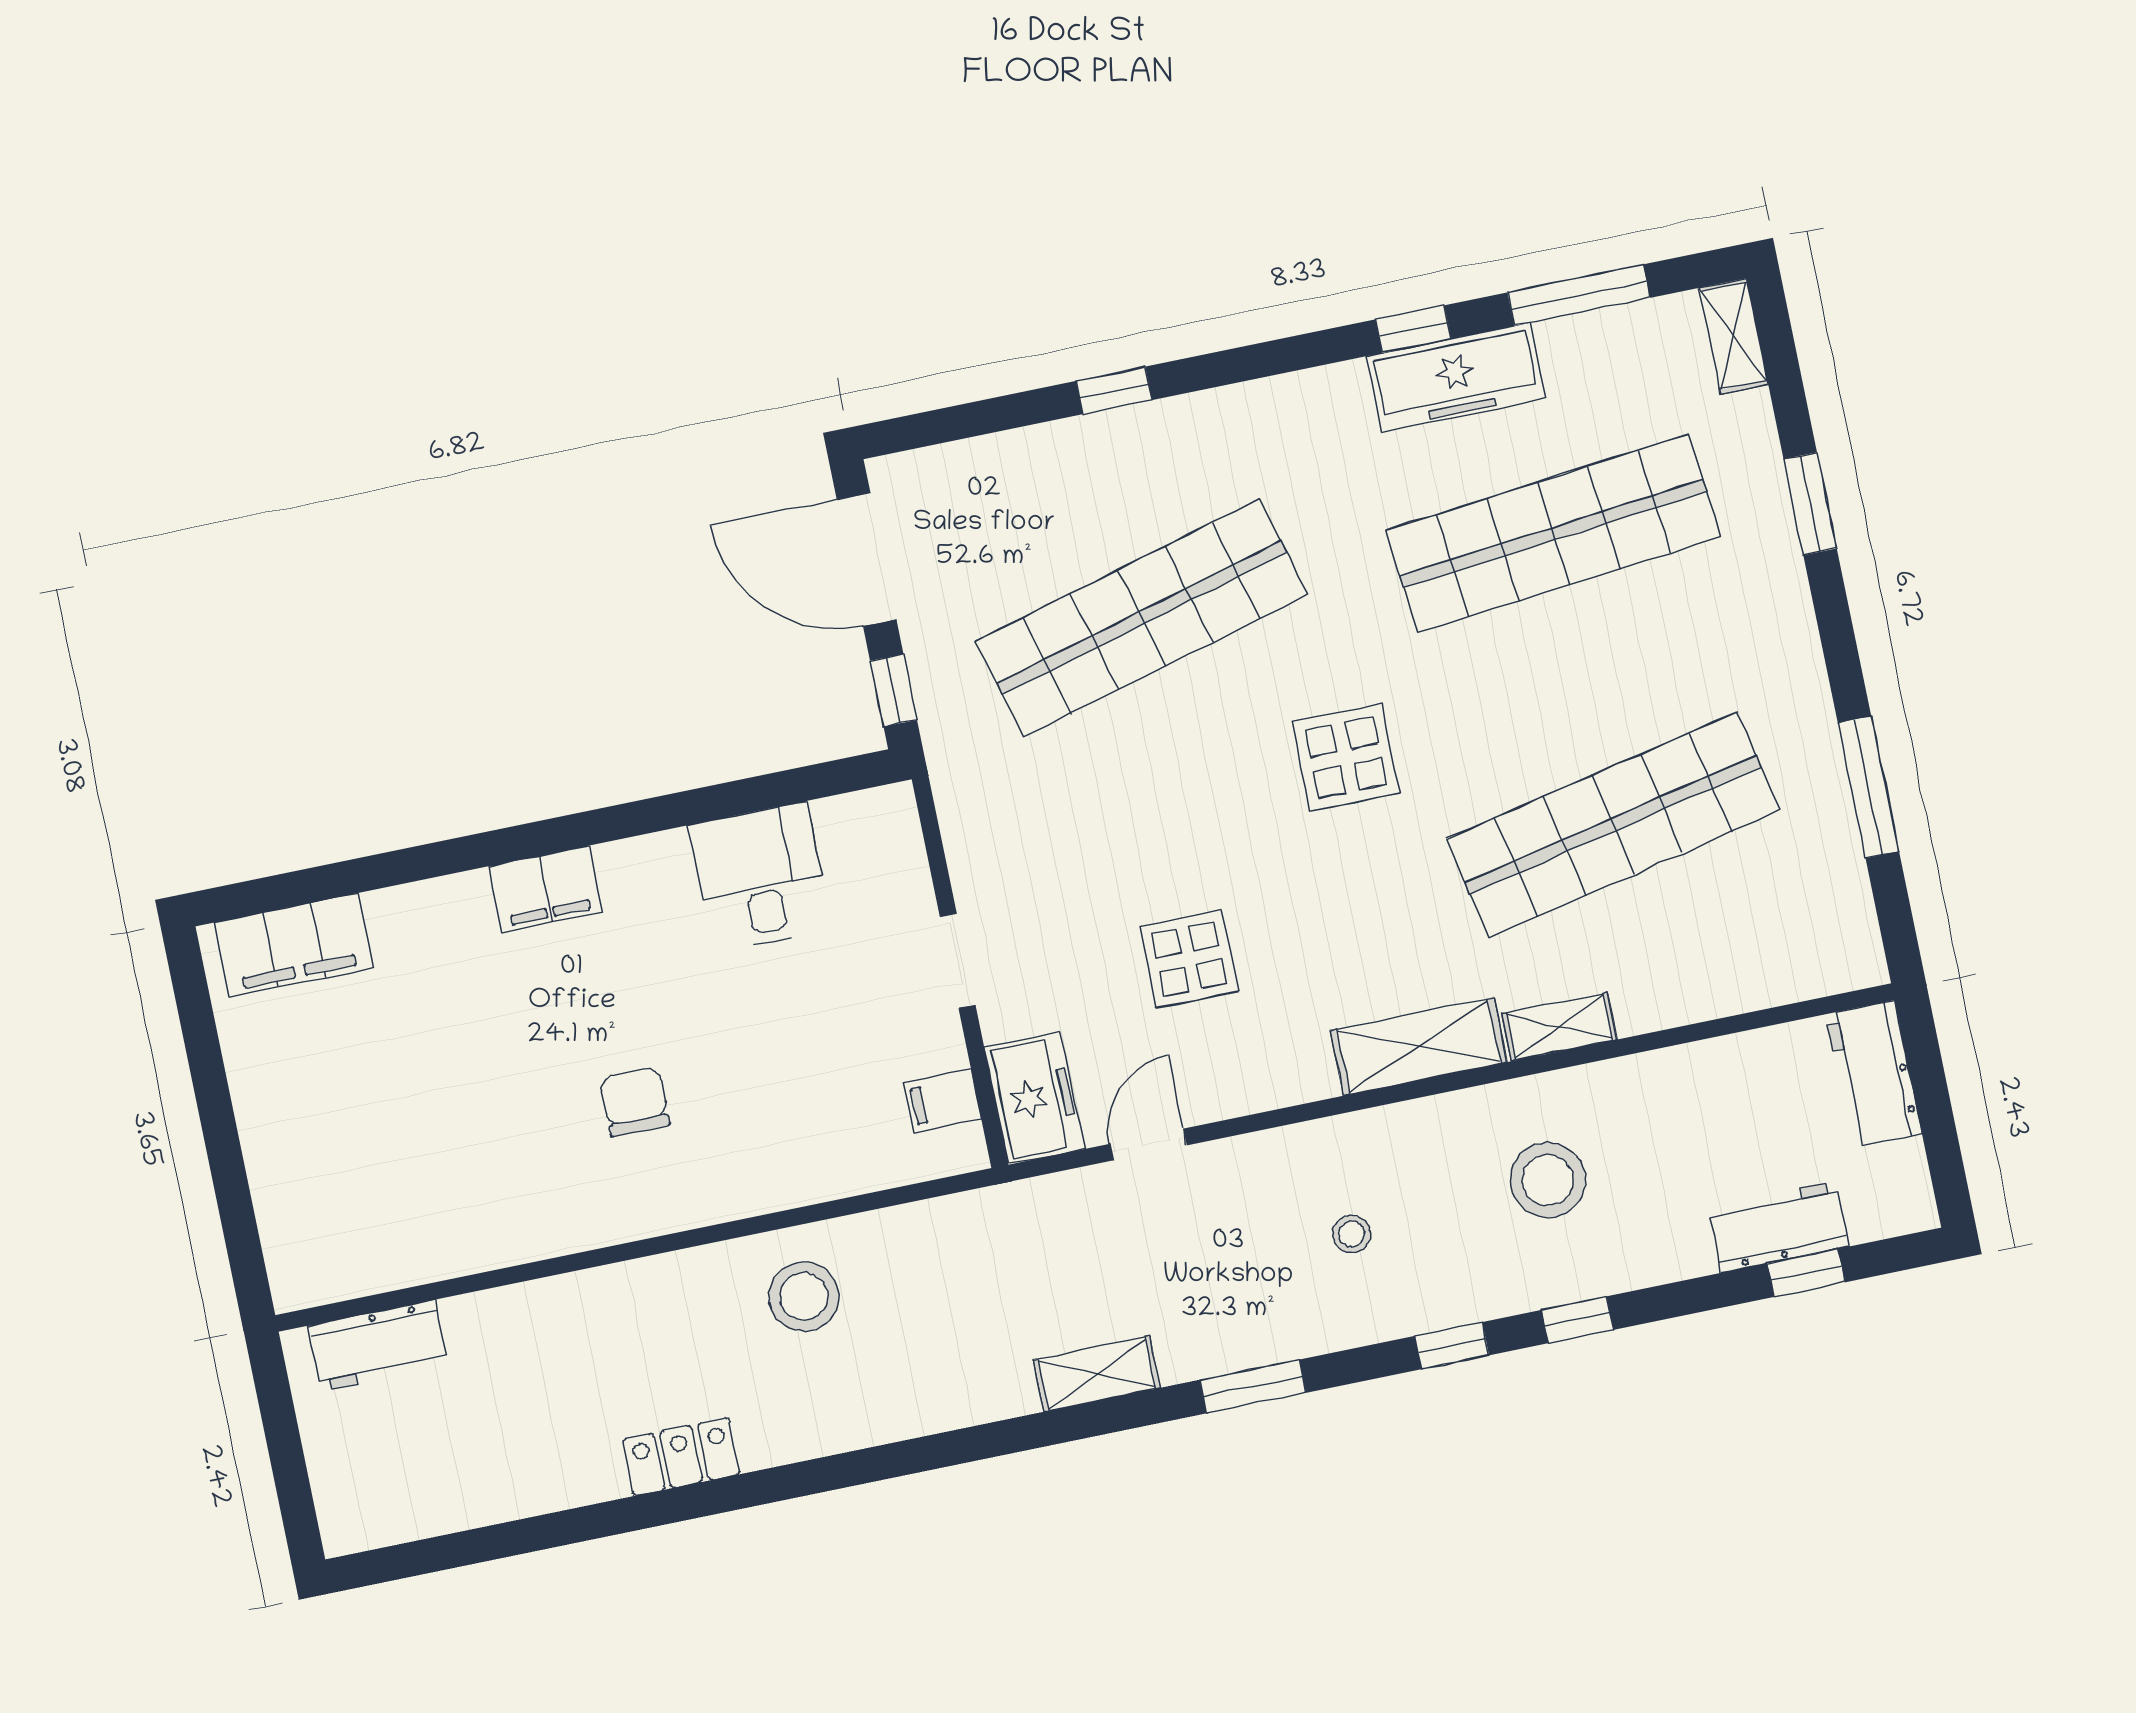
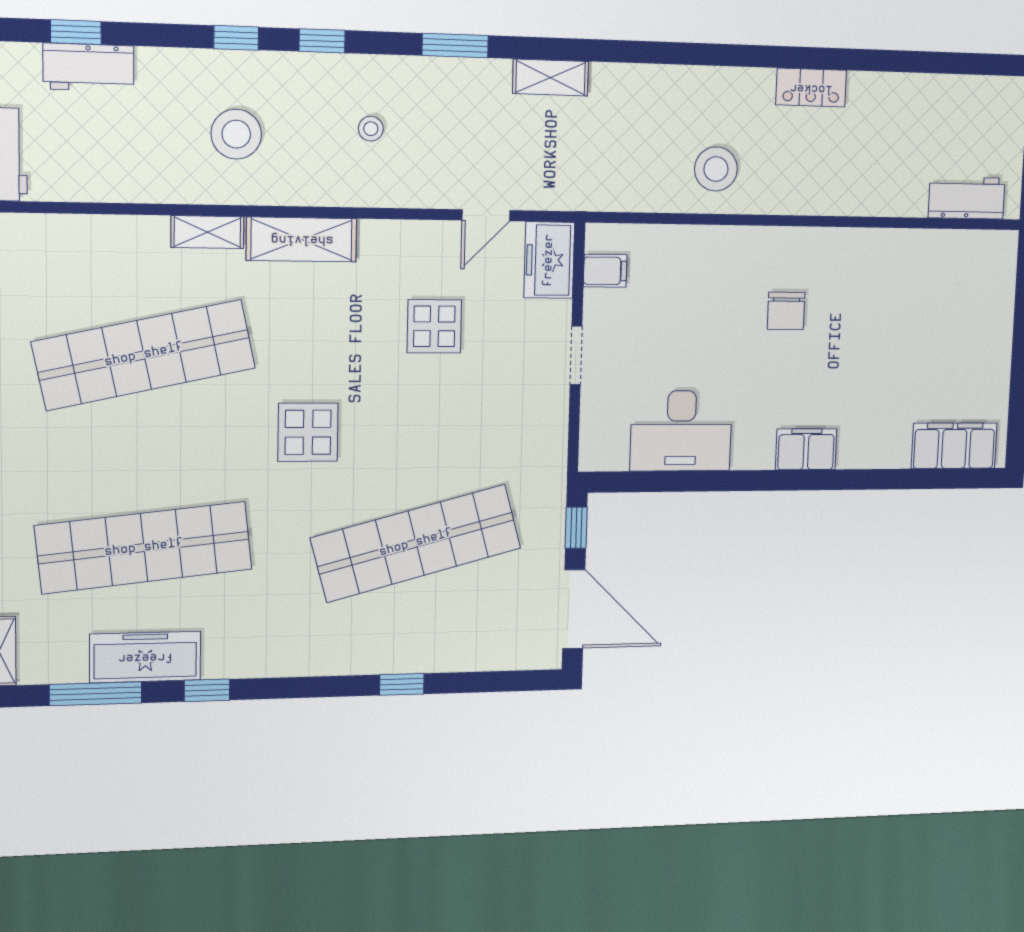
freezer: (1456, 377) -> (145, 657), moved
desk: (760, 877) -> (681, 431), width x1.37

